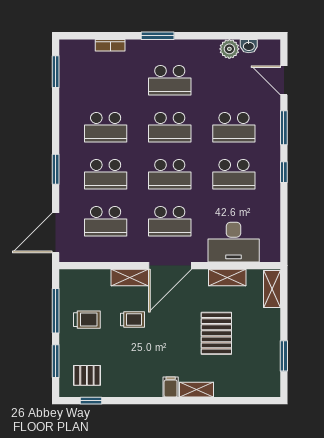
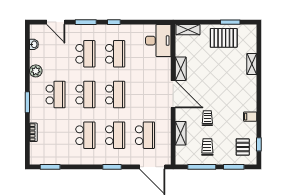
plant: (229, 49) -> (36, 71), moved
door: (284, 80) -> (56, 22), hinge flipped
school desk: (170, 221) -> (145, 94), removed
desk: (234, 242) -> (158, 41), moved
shelving: (130, 277) -> (181, 133), moved
shelving: (227, 278) -> (181, 69), moved
pallet: (216, 333) -> (224, 38), moved
filing cabinet: (171, 387) -> (250, 117), moved
shelving: (196, 390) -> (252, 64), moved

